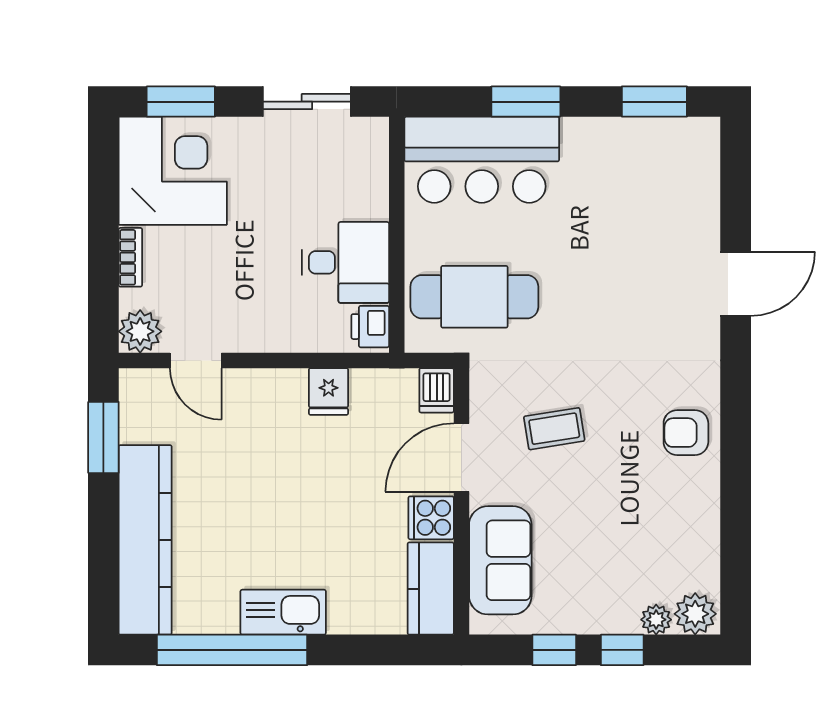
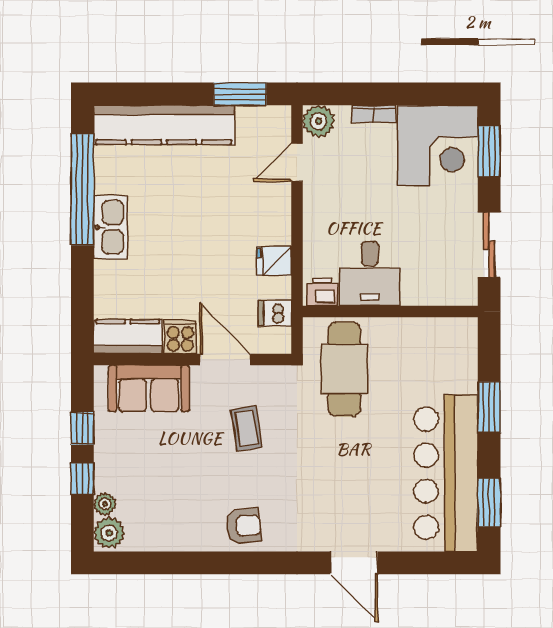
bar counter: (482, 160) -> (446, 473), moved, width x1.36
dishwasher: (437, 390) -> (275, 313), moved
armchair: (686, 433) -> (244, 526), turned 83

